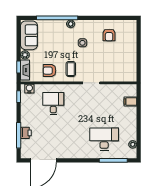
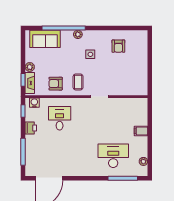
sofa: (29, 35) -> (45, 39), moved, turned 90
filing cabinet: (130, 102) -> (141, 131), moved
printer: (26, 133) -> (31, 128), moved

